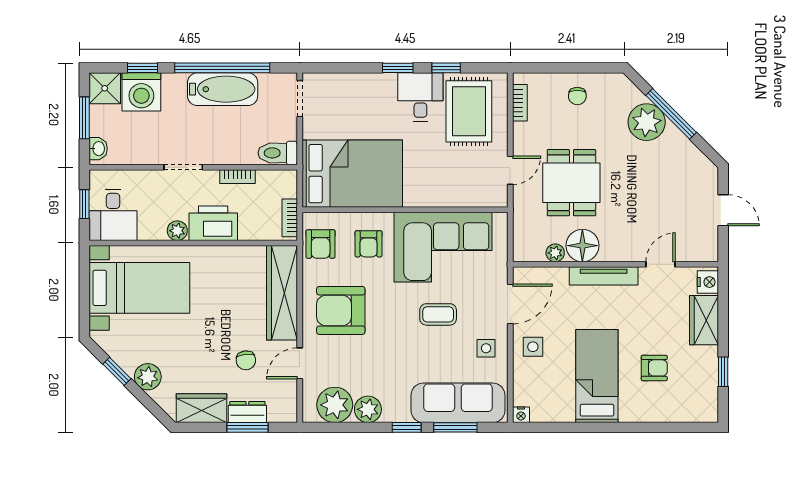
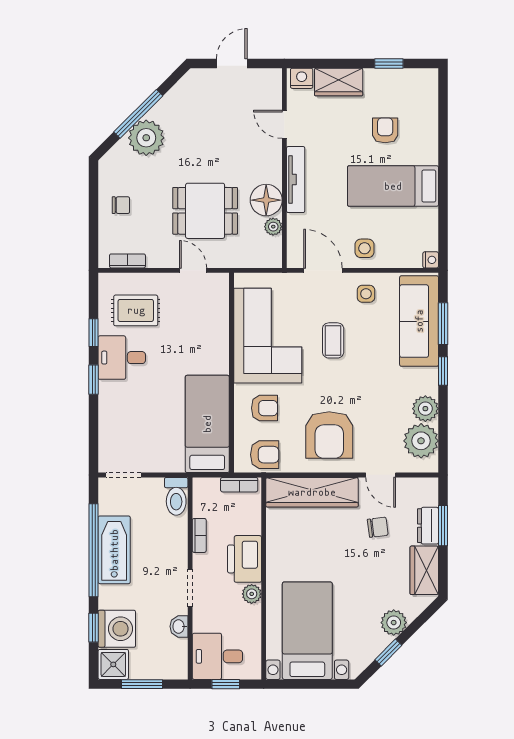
rug: (469, 111) -> (136, 310), width x0.73, depth x0.70
washbasin: (98, 149) -> (179, 626), moved, turned -90
bed: (352, 174) -> (207, 424), width x0.67
desk: (113, 215) -> (217, 656), moved, turned 180

